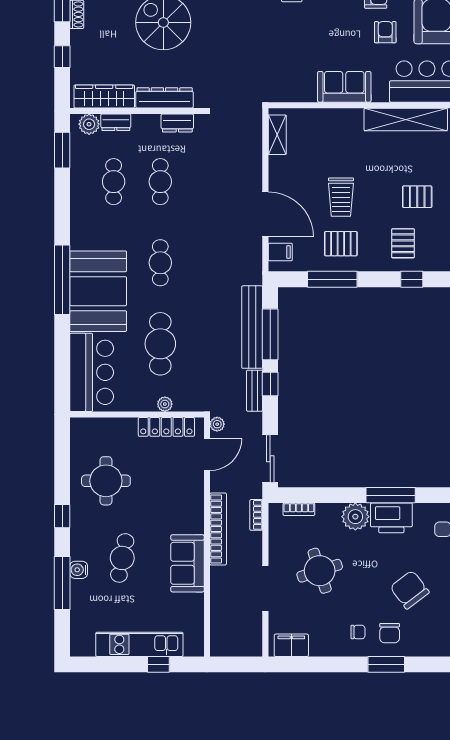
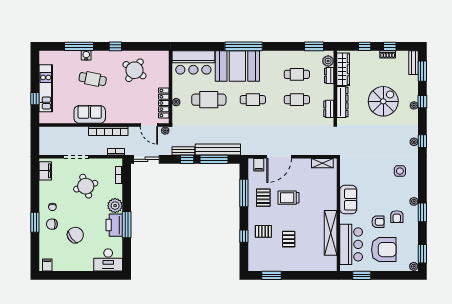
round table: (106, 481) -> (134, 70), turned 34

